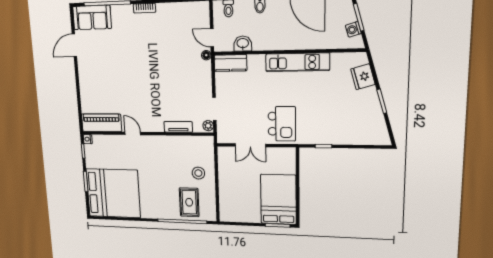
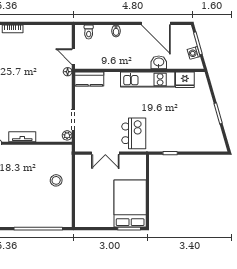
washbasin: (243, 44) -> (159, 62), moved
fridge: (363, 77) -> (185, 80), moved, turned -74
tv unit: (178, 127) -> (22, 137), moved
rug: (189, 202) -> (46, 209), removed

